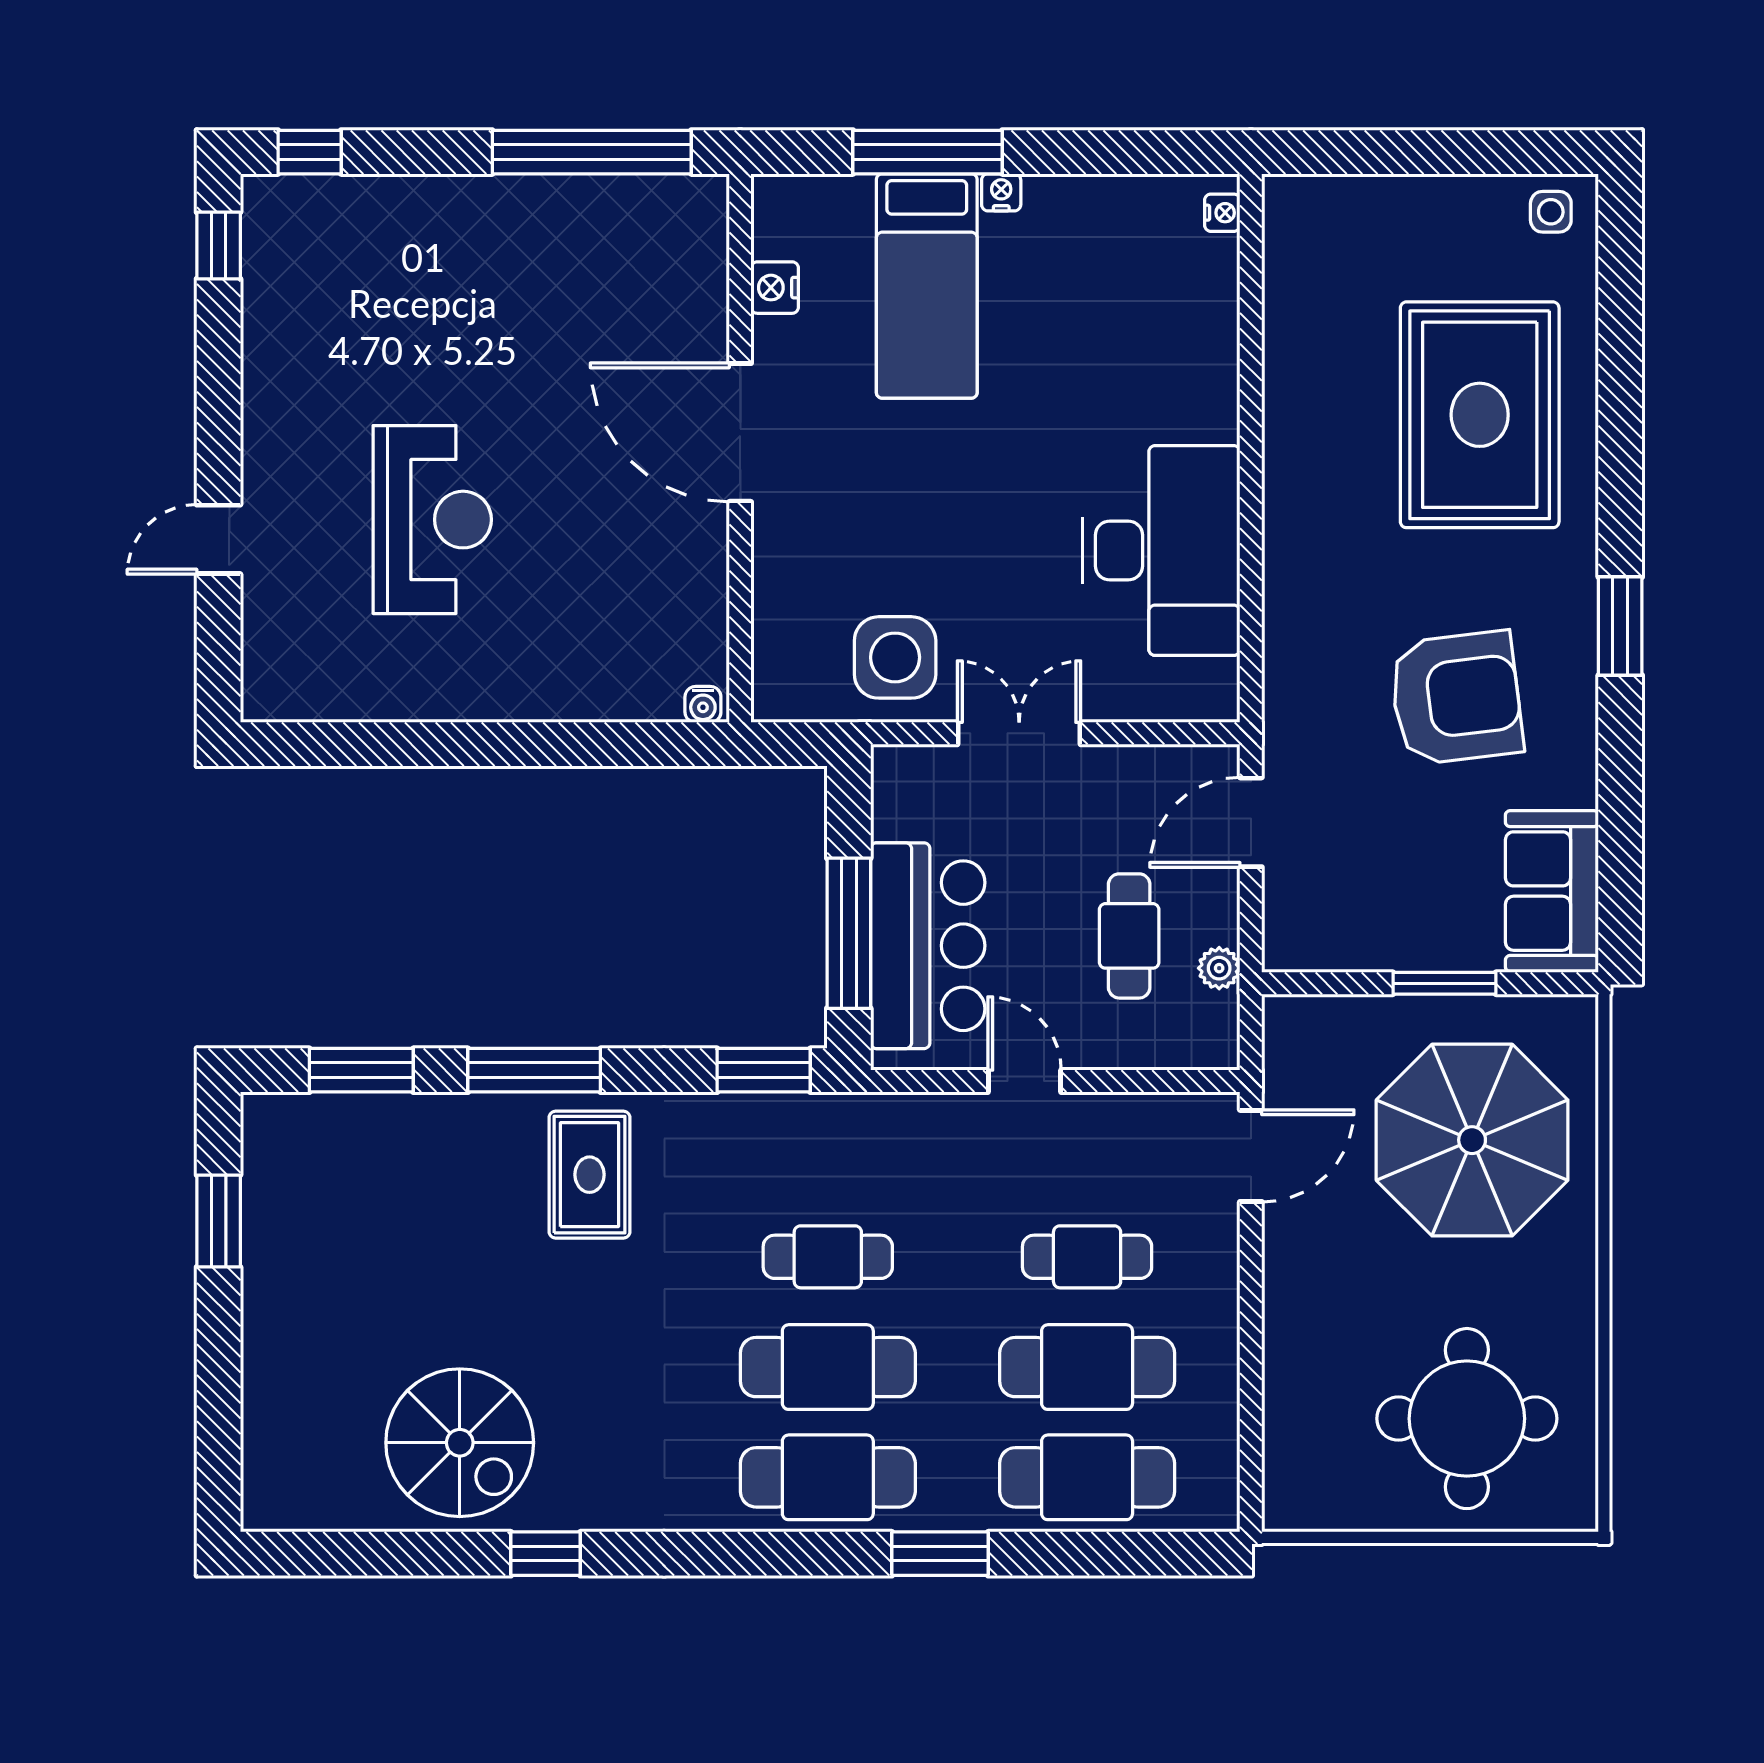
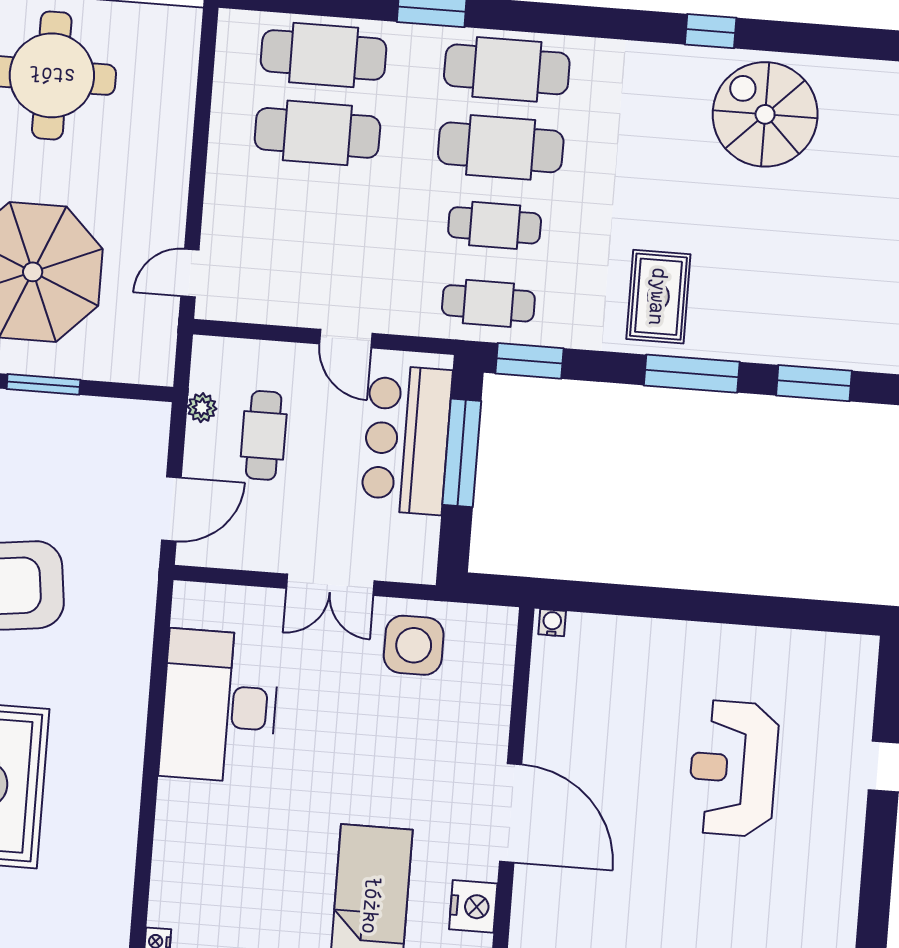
nightstand: (775, 288) -> (473, 906), width x1.36, depth x1.33
door: (1251, 1156) -> (190, 273), width x0.73
cafe table: (1087, 1257) -> (488, 303), moved

